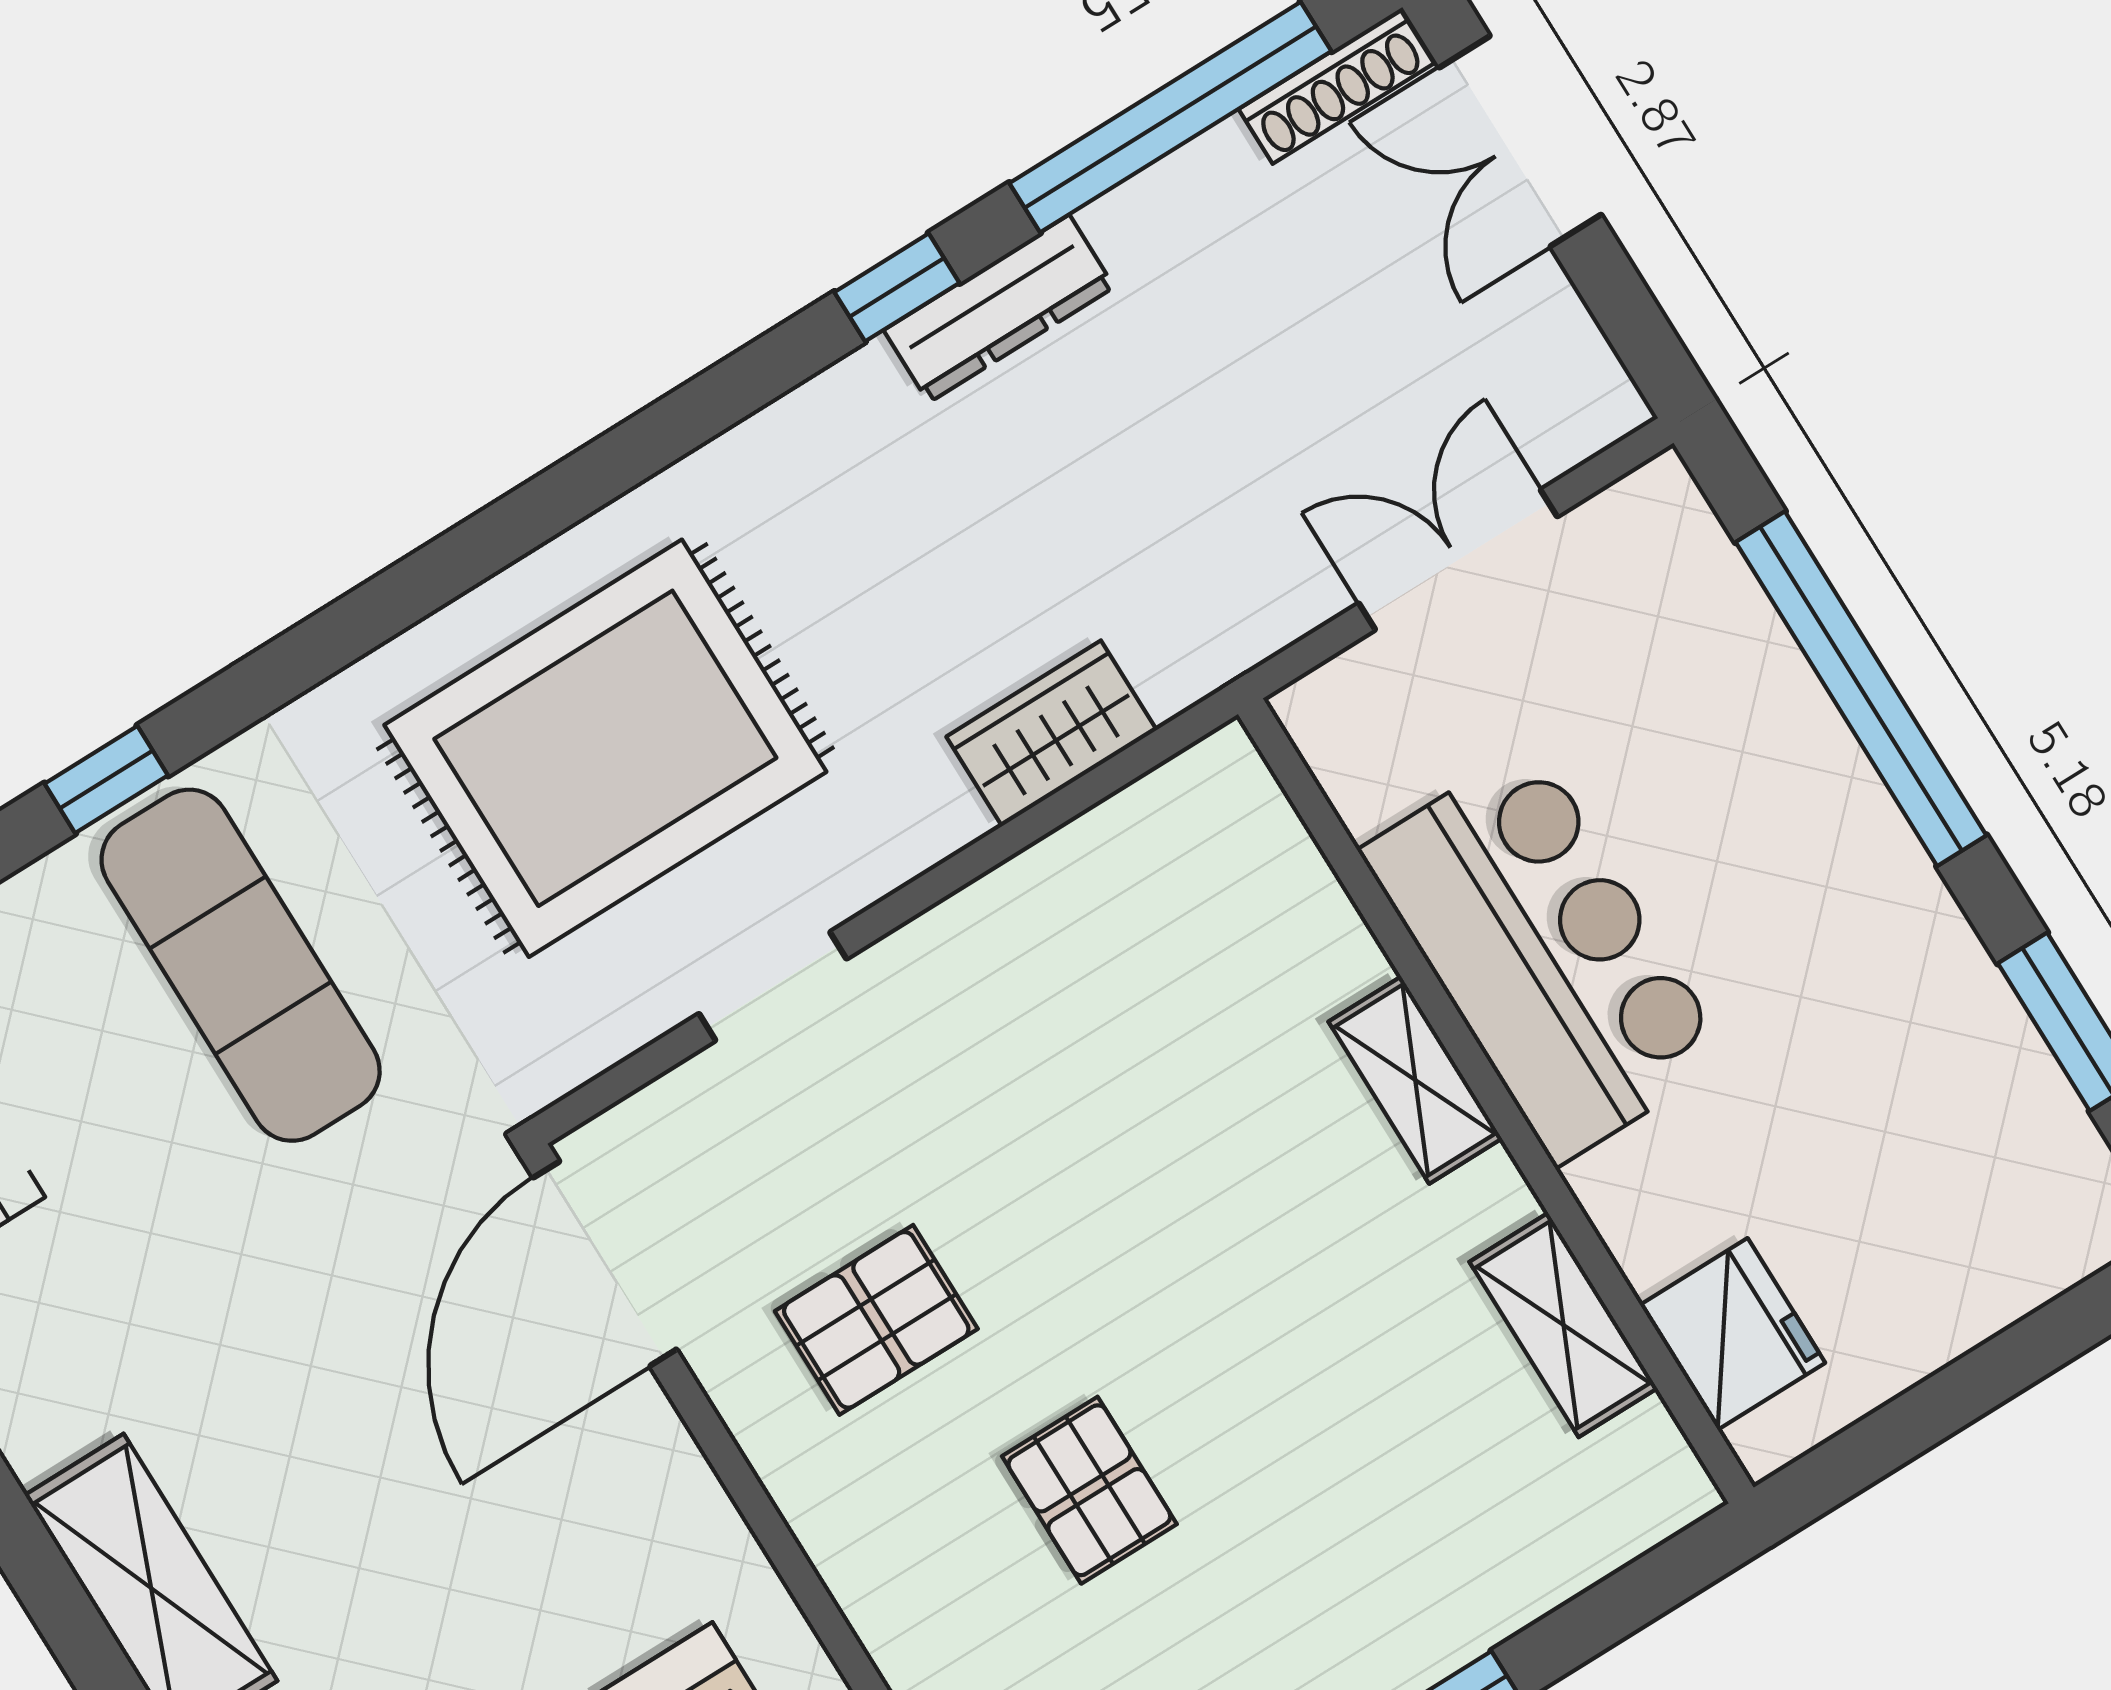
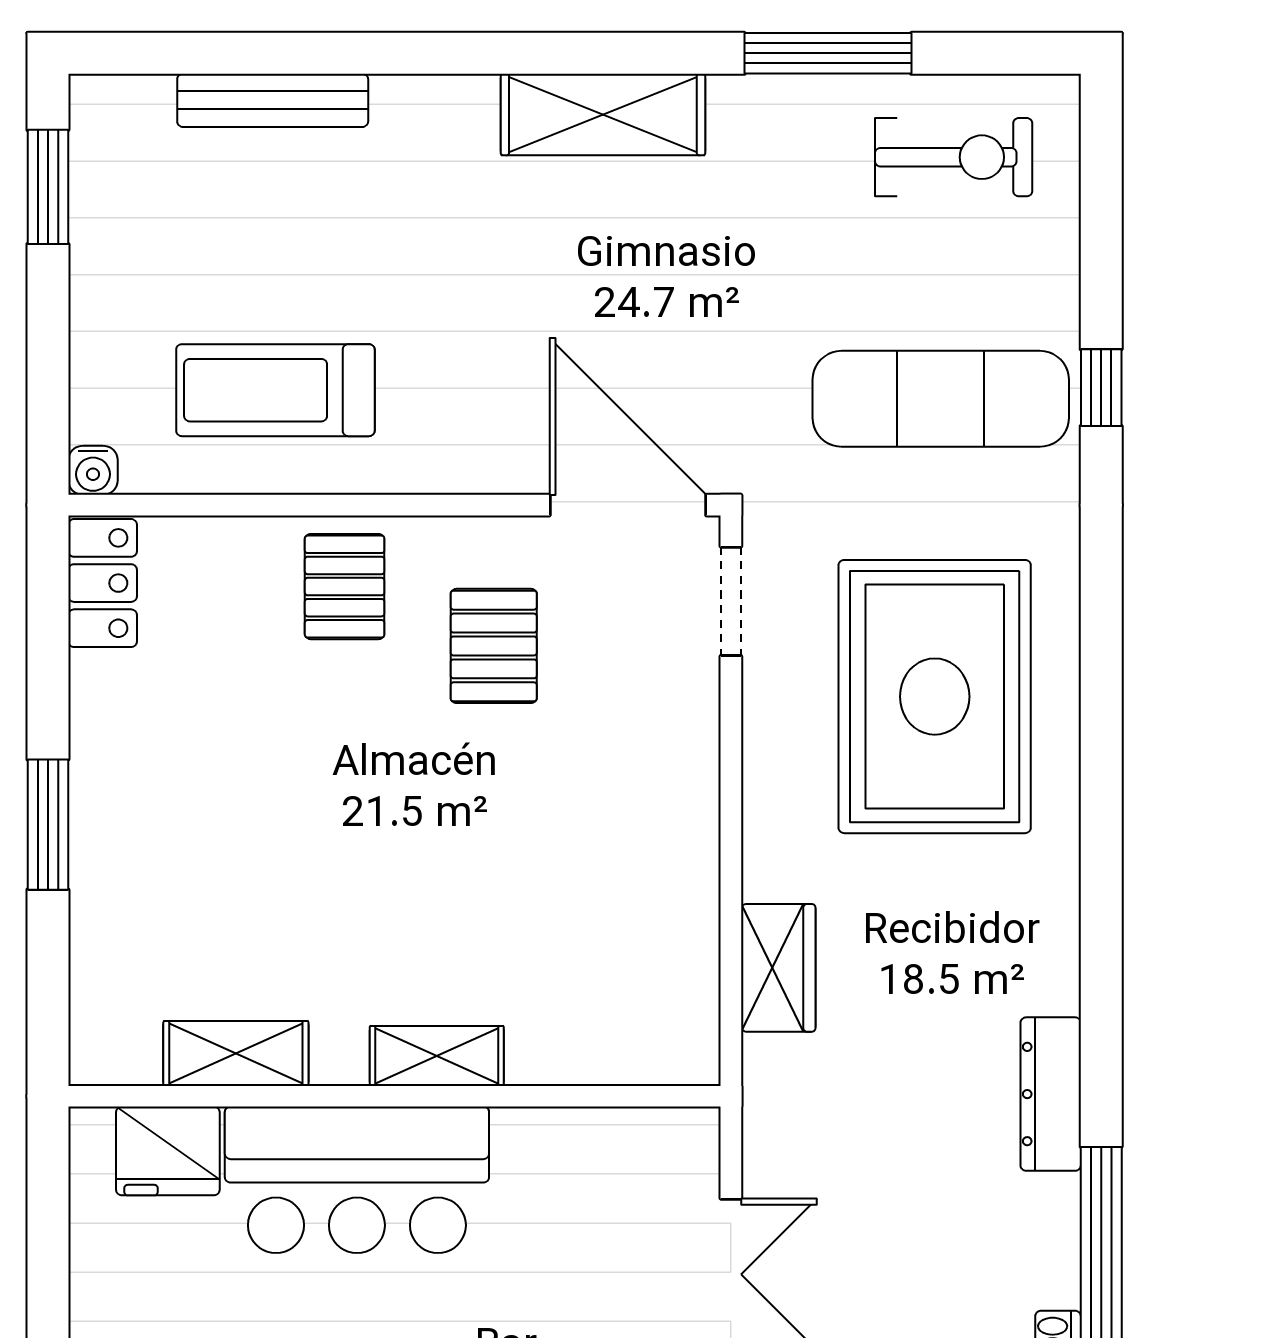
window: (897, 287) -> (1101, 1041), removed
bar counter: (1545, 954) -> (357, 1180), moved
doorway: (773, 986) -> (731, 601), moved
pallet: (1089, 1490) -> (345, 587), moved, turned 90

